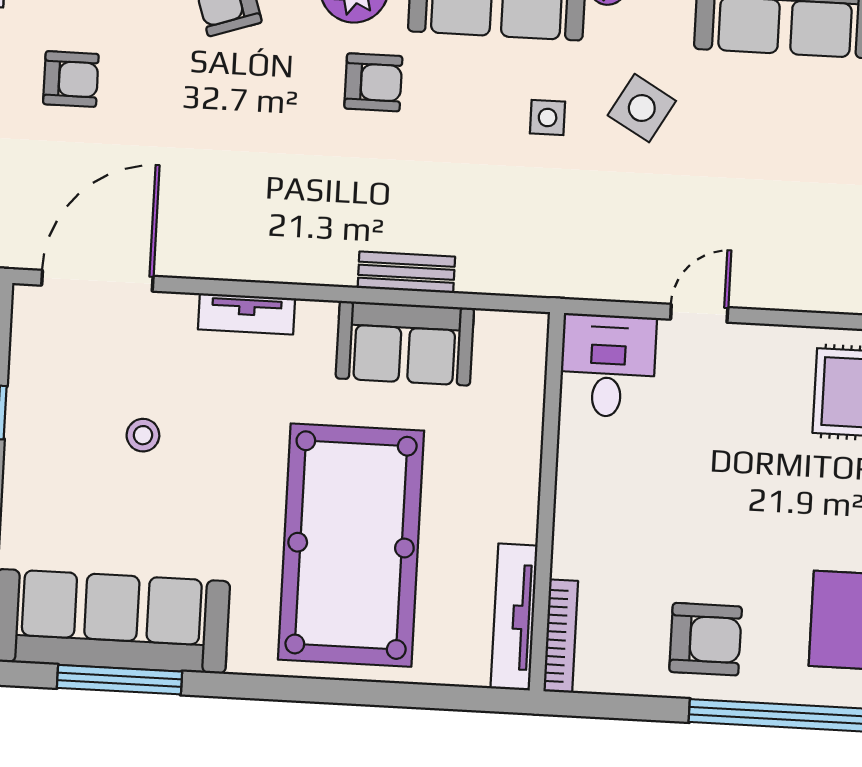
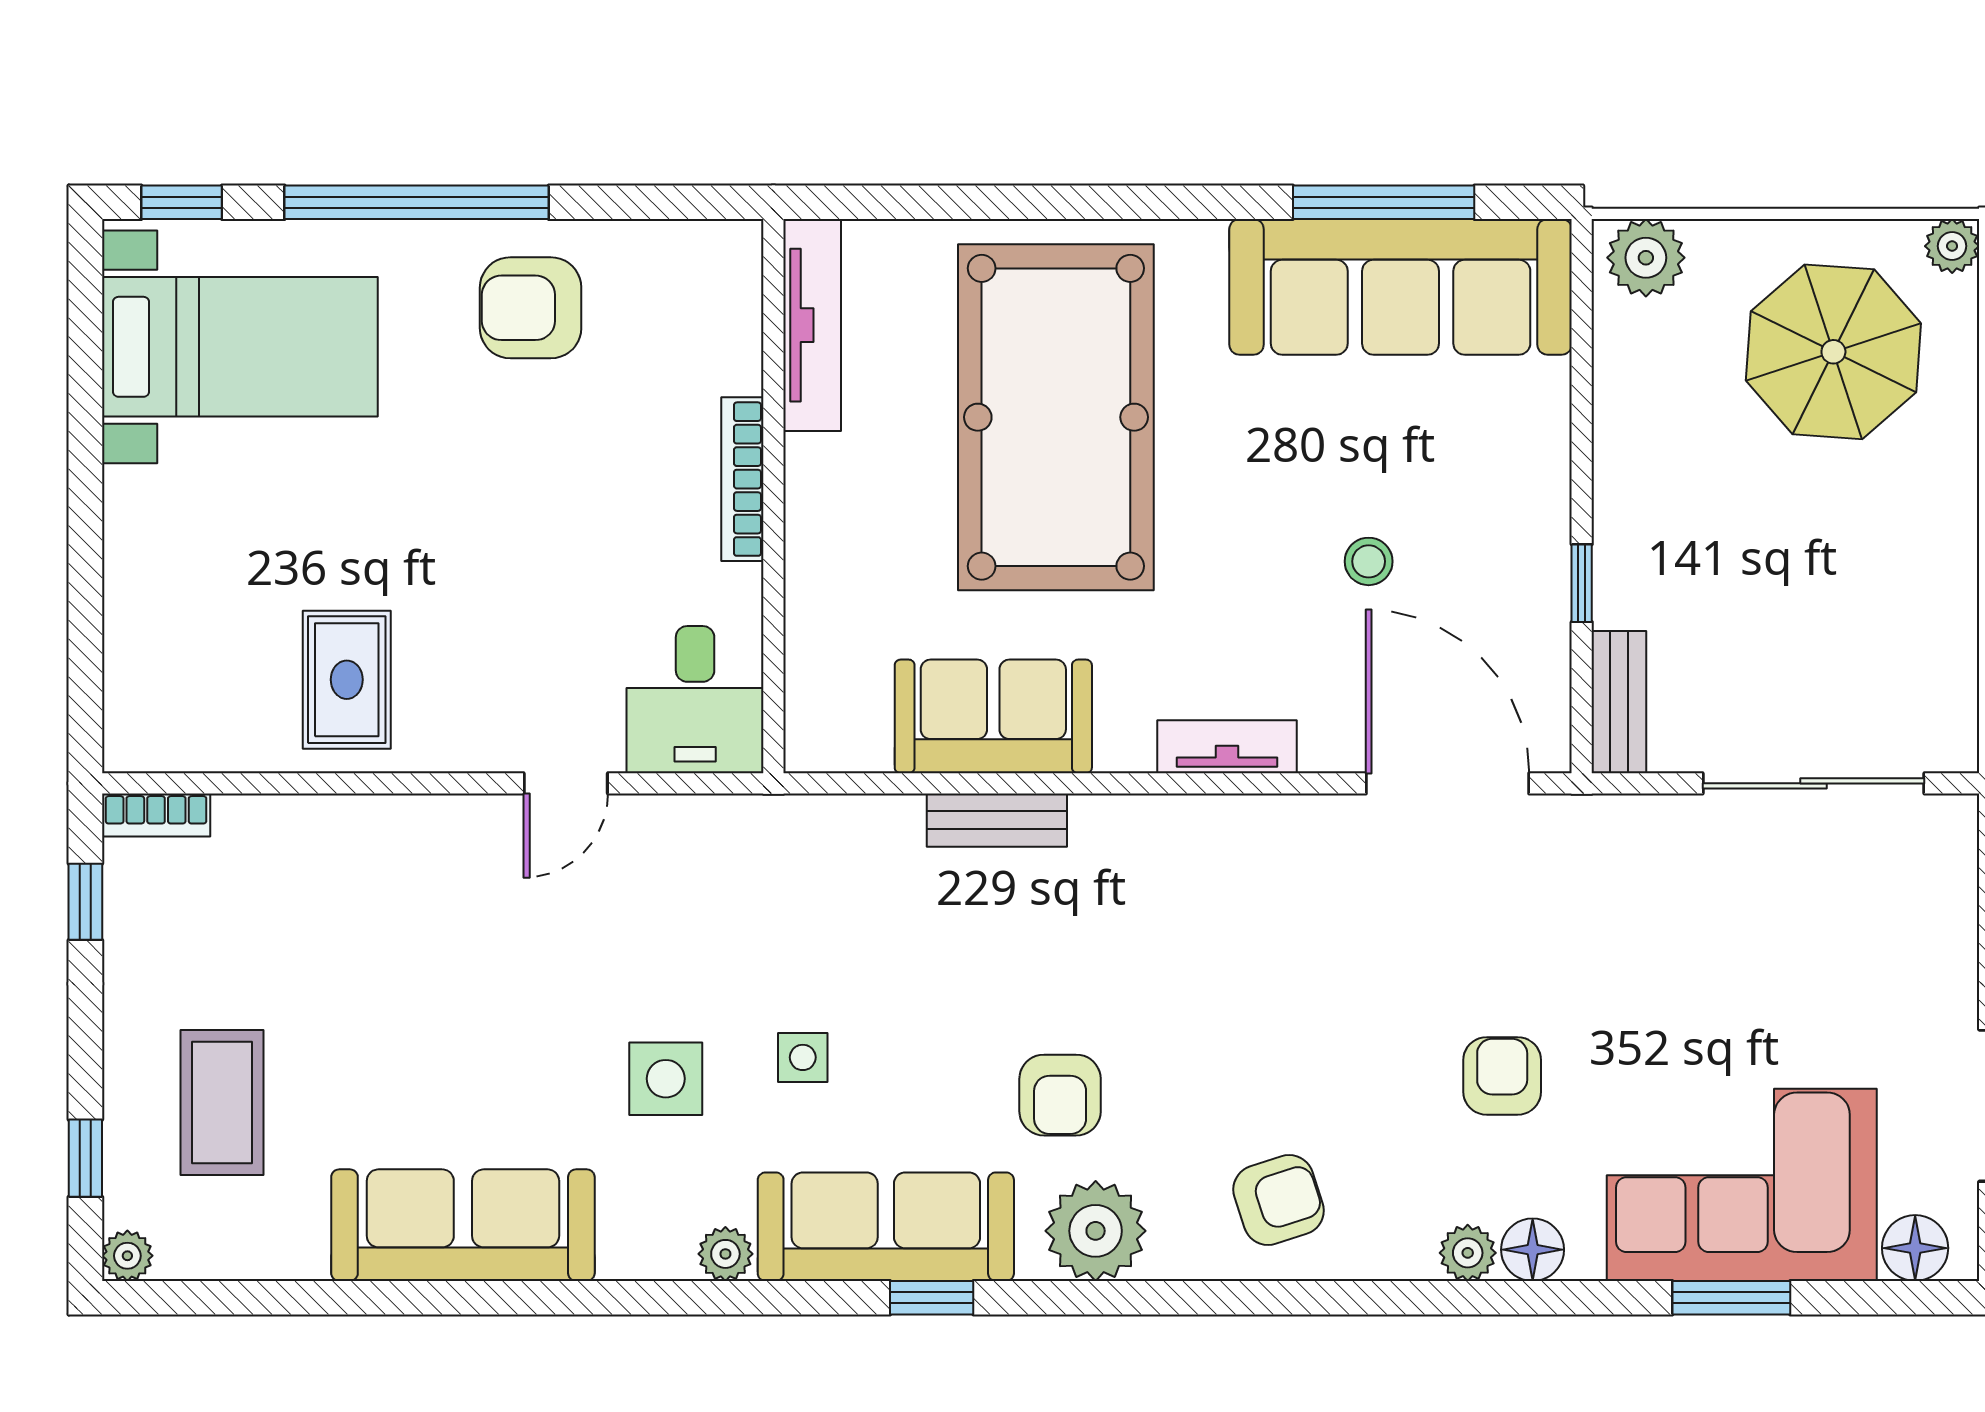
armchair: (71, 79) -> (1502, 1076), turned 90
armchair: (373, 82) -> (1060, 1095), turned -90
side table: (642, 108) -> (666, 1079), turned -30
door: (97, 281) -> (1447, 783), swing flipped
bookcase: (561, 636) -> (742, 479), moved

